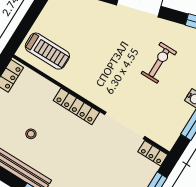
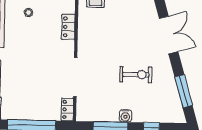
locker: (76, 106) -> (68, 27), width x0.66

